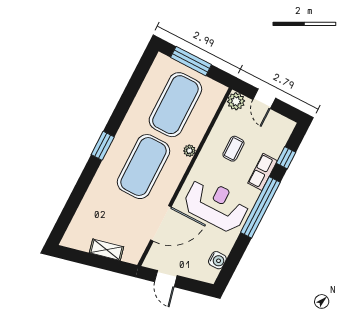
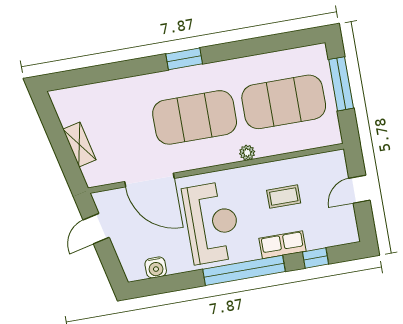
plant: (236, 101) -> (335, 162), removed

